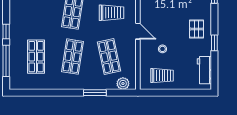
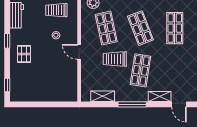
trolley: (112, 13) -> (115, 59), moved
shop shelf: (73, 57) -> (140, 28), turned -30

